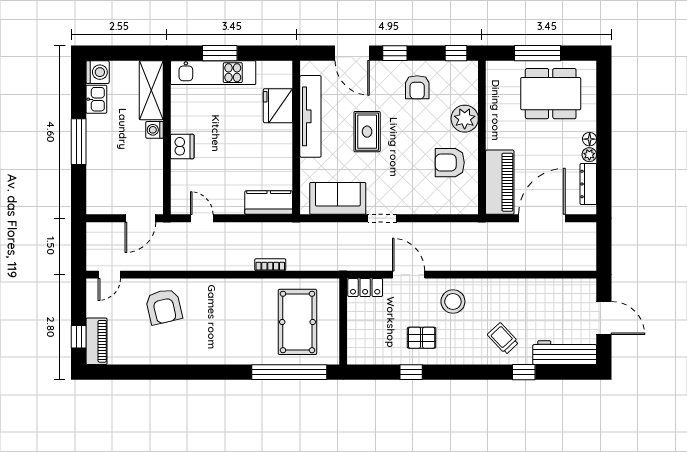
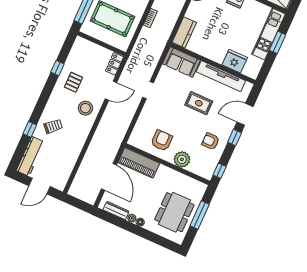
sofa: (338, 198) -> (181, 62), moved, turned 90

